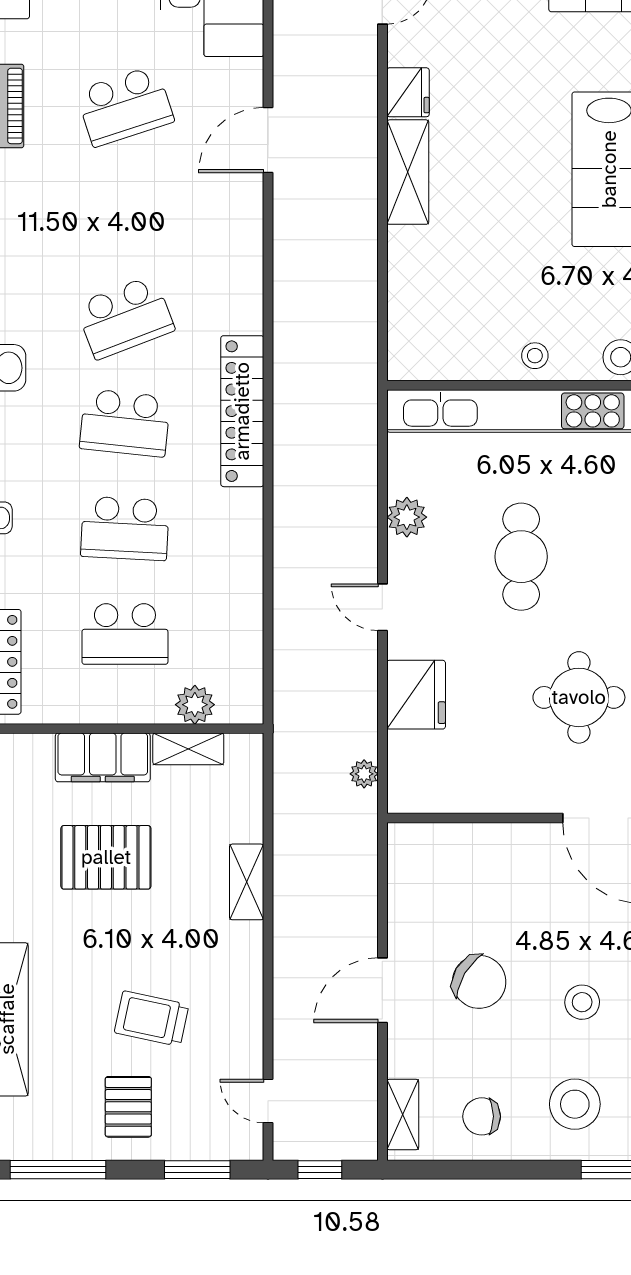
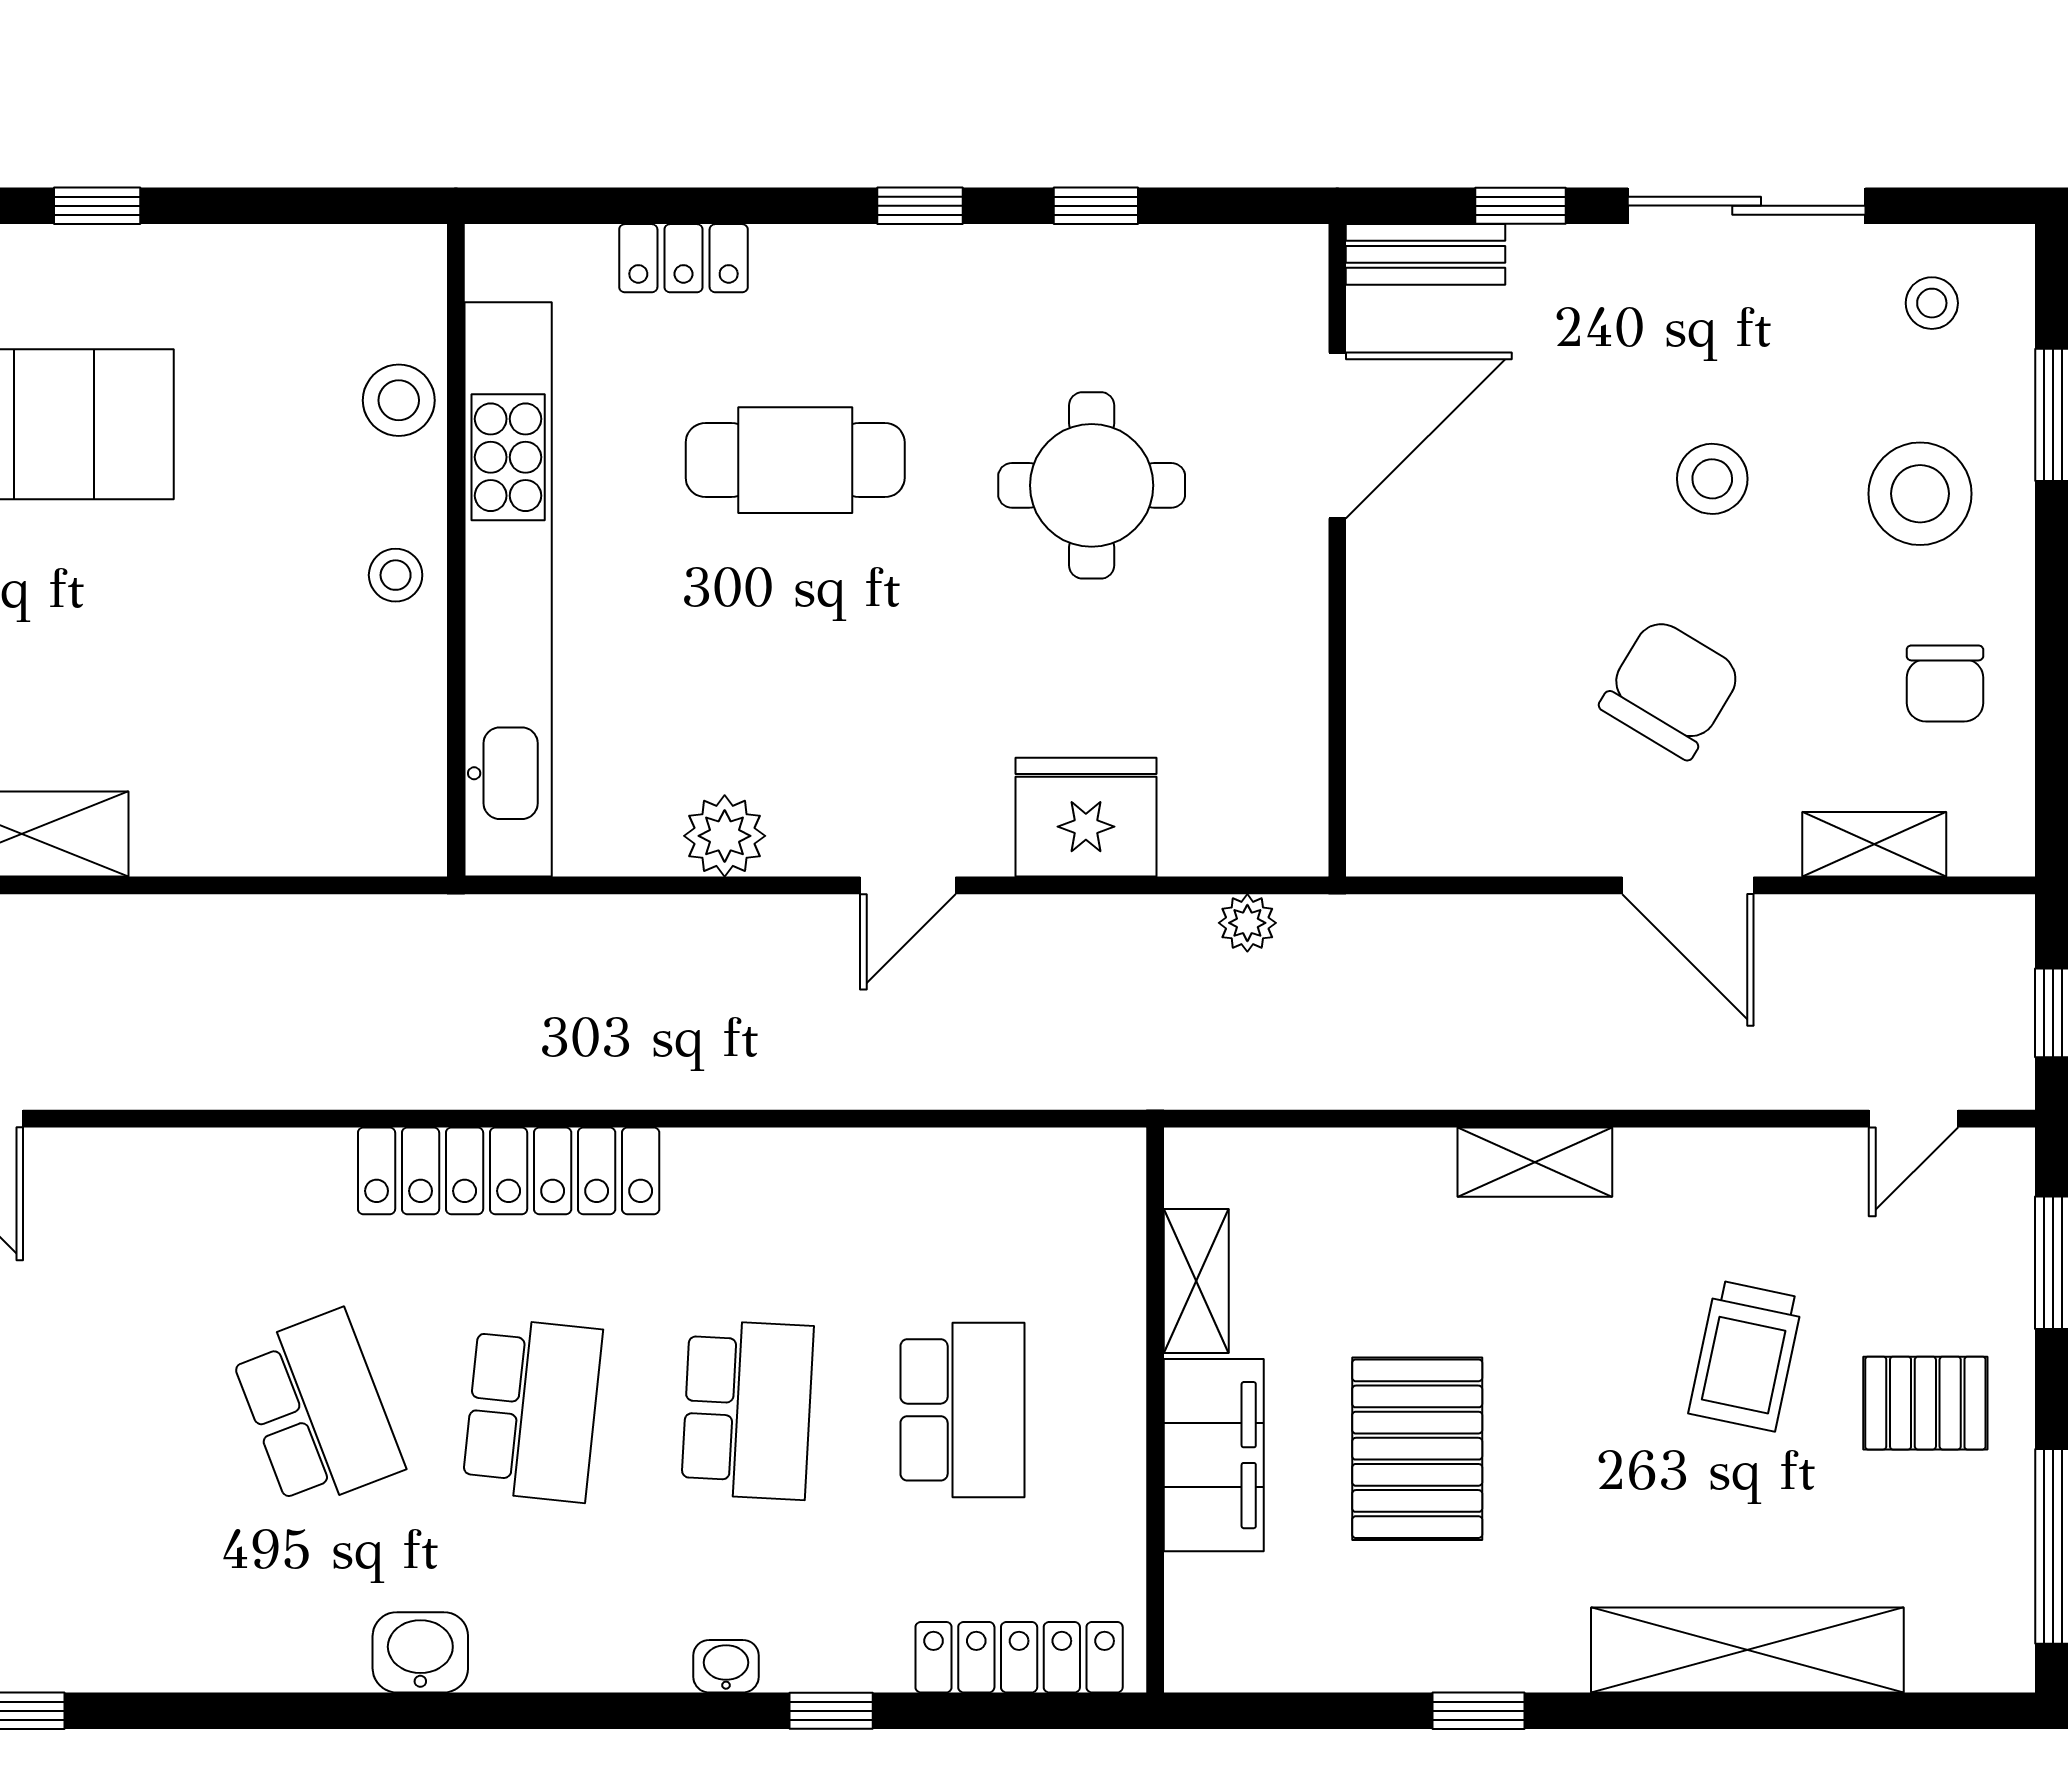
cafe table: (521, 557) -> (795, 460), moved
plant: (195, 705) -> (1106, 1268), removed
shelving: (247, 882) -> (1535, 1162), moved
shelving: (403, 1114) -> (1874, 844), moved

